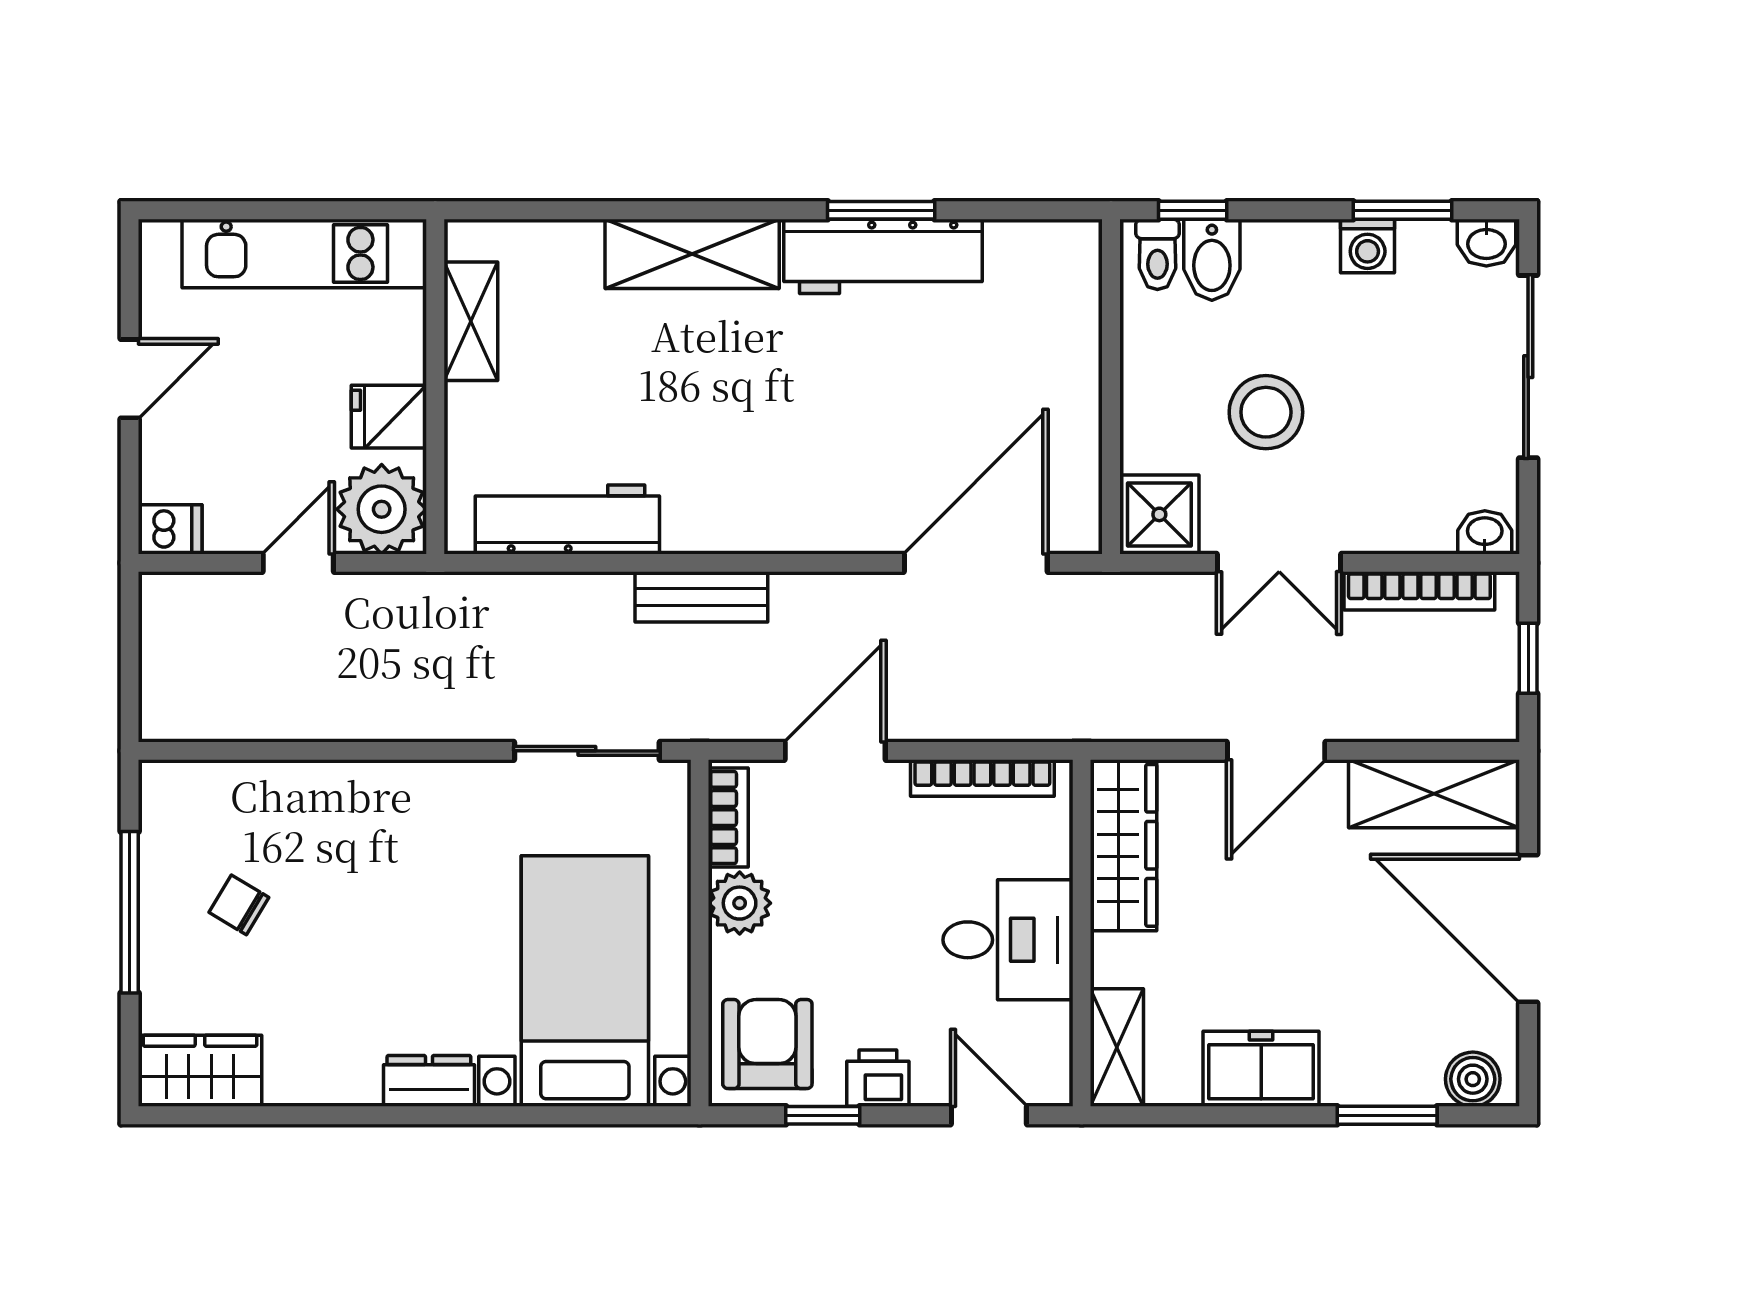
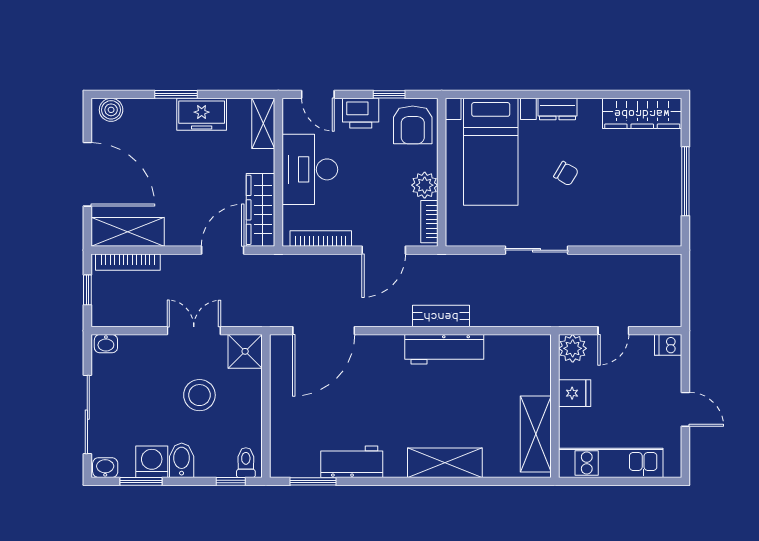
window: (881, 210) -> (313, 481), moved
washing machine: (1368, 246) -> (152, 462), width x1.38, depth x1.38
workbench: (883, 256) -> (352, 462), width x0.73
bidet: (1212, 260) -> (182, 460), moved
shelving: (471, 321) -> (536, 434), width x1.50, depth x1.33
door: (130, 379) -> (685, 409), swing flipped
plant: (382, 509) -> (573, 348), width x0.73, depth x0.73
workbench: (567, 519) -> (444, 349), moved
bookcase: (1419, 591) -> (128, 262), moved, turned 180
sliding door: (587, 751) -> (537, 250), moved
door: (1276, 751) -> (223, 250), moved
chair: (239, 905) -> (566, 174), moved
desk: (1008, 940) -> (310, 169), width x1.37
wardrobe: (200, 1071) -> (642, 113), width x1.50
printer: (878, 1078) -> (361, 113), width x1.36, depth x1.24
window: (1387, 1115) -> (176, 94), moved

